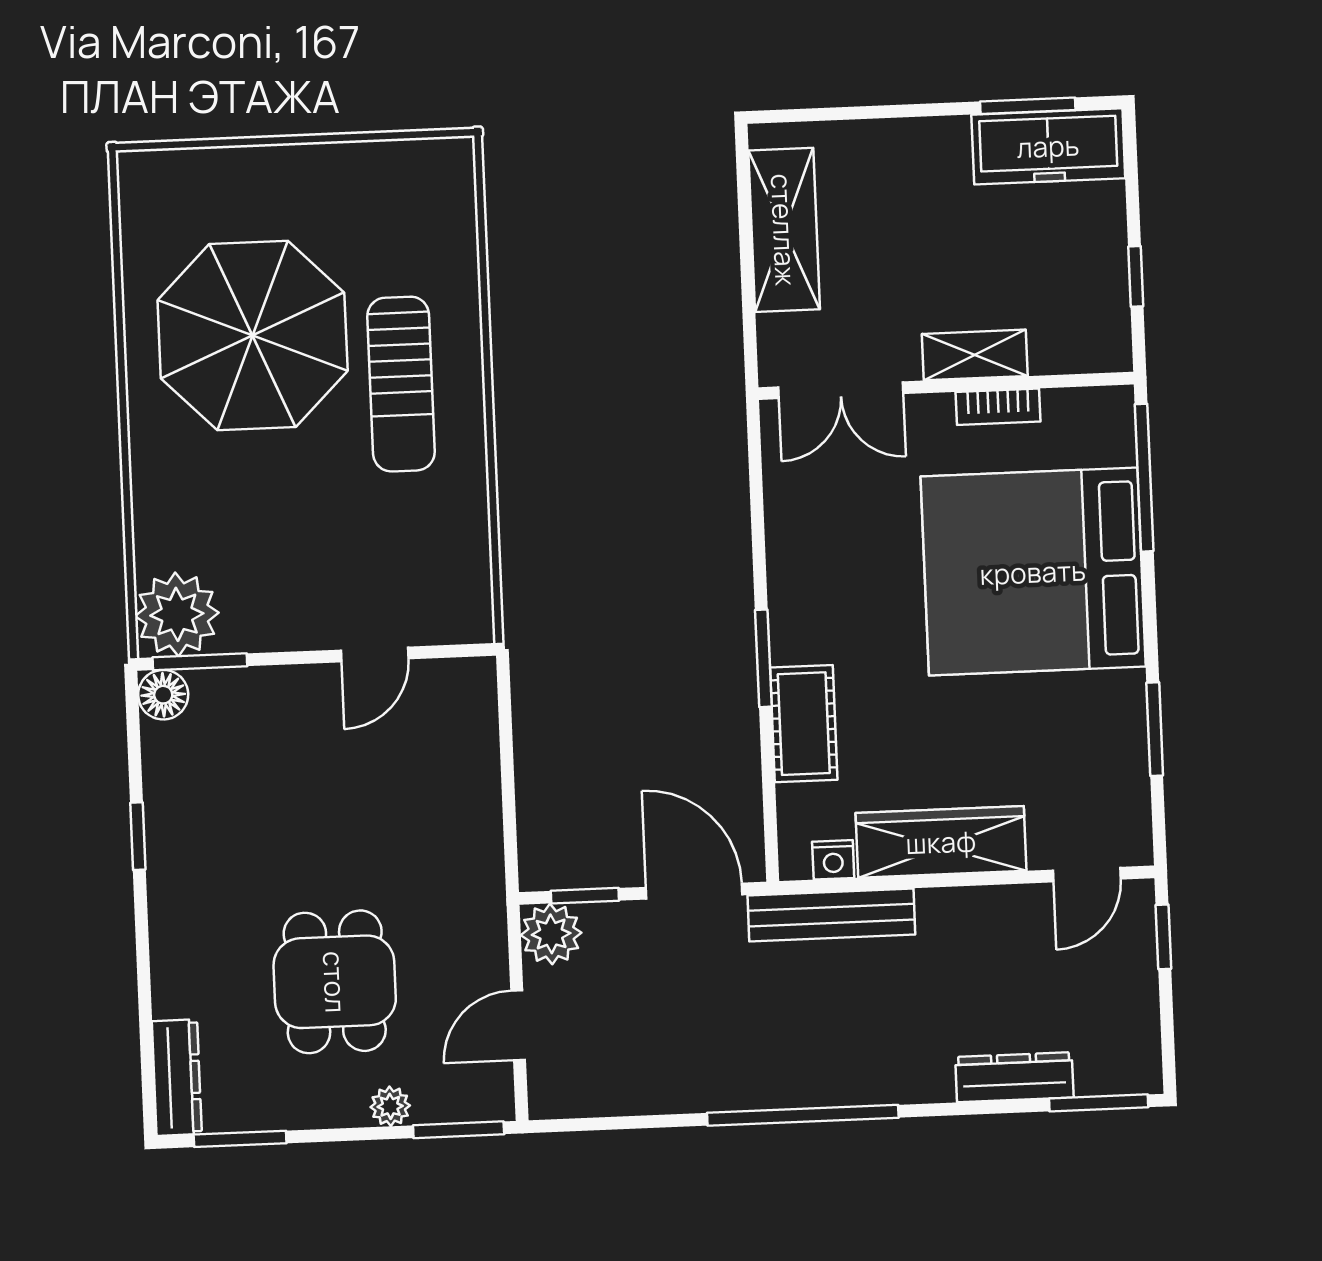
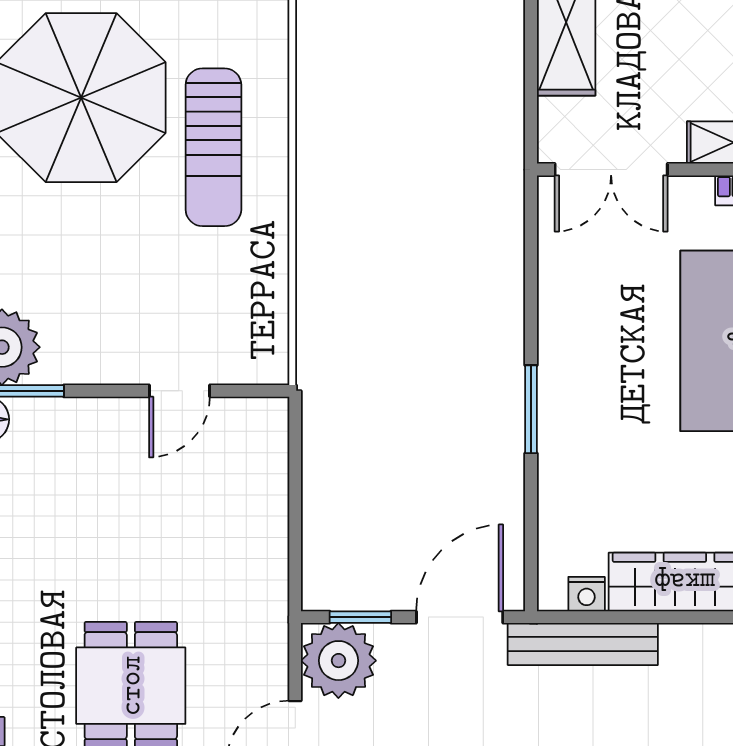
cot: (804, 724) -> (565, 470), removed
door: (694, 891) -> (460, 617), hinge flipped
plant: (551, 934) -> (338, 661), width x1.36, depth x1.36

